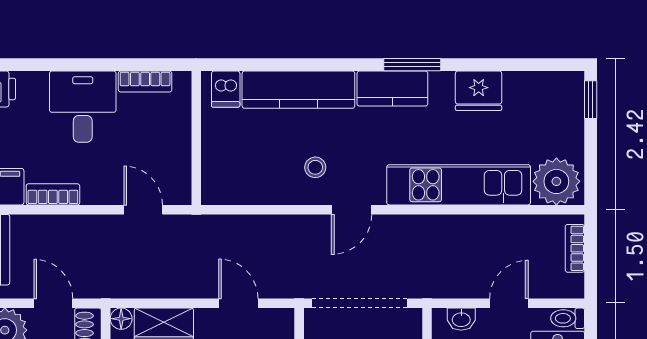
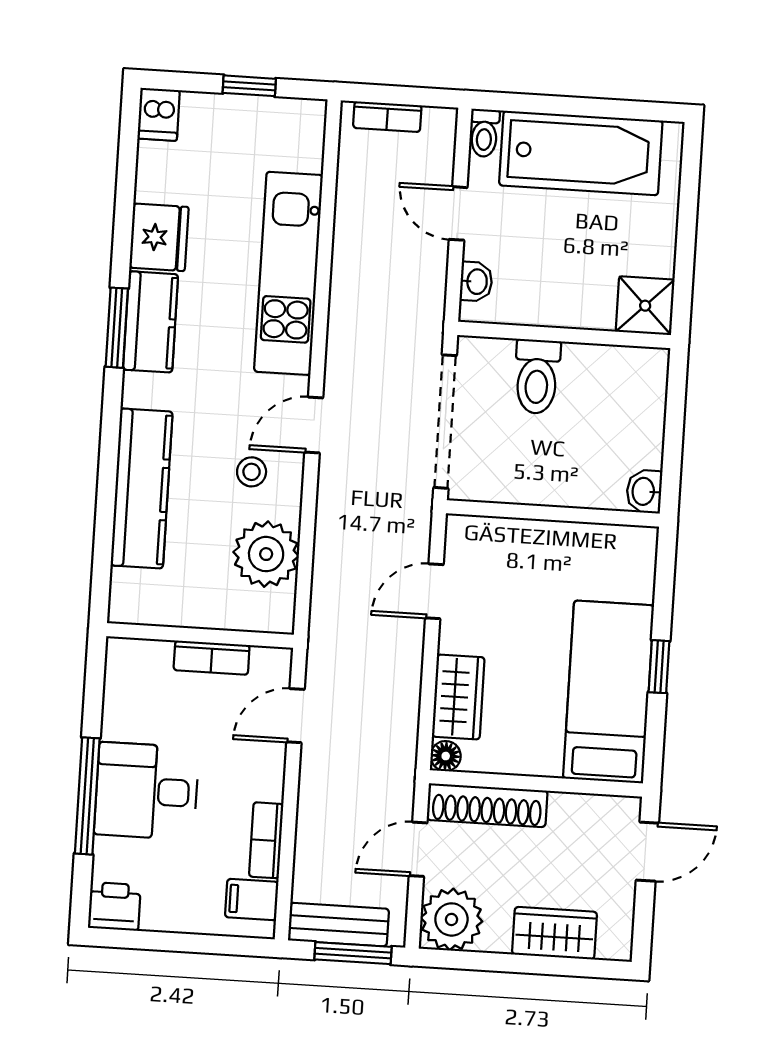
window: (77, 65) -> (87, 796), added
bookcase: (145, 82) -> (212, 658), moved, turned 90
dishwasher: (226, 89) -> (159, 114), moved, turned 90
kitchen counter: (392, 89) -> (151, 322), moved
window: (591, 100) -> (249, 86), moved
plant: (556, 181) -> (266, 554), moved
door: (352, 210) -> (314, 425), swing flipped

